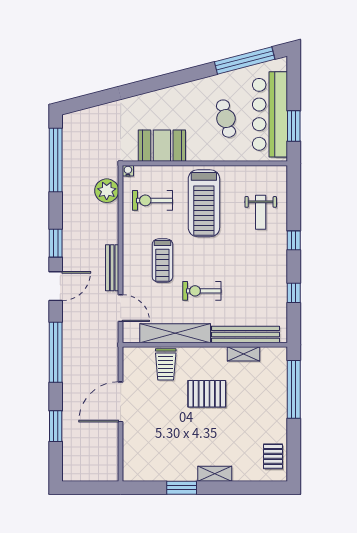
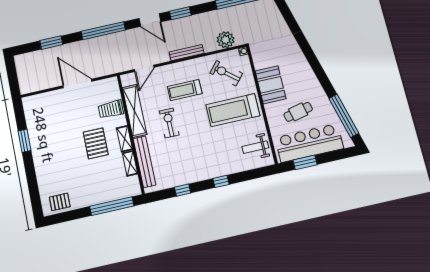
booth: (162, 146) -> (271, 85), moved
exercise bike: (152, 200) -> (226, 73), turned -50
weight bench: (261, 212) -> (255, 147), moved
bench: (112, 268) -> (187, 53), moved
shelving: (215, 474) -> (124, 139), moved

